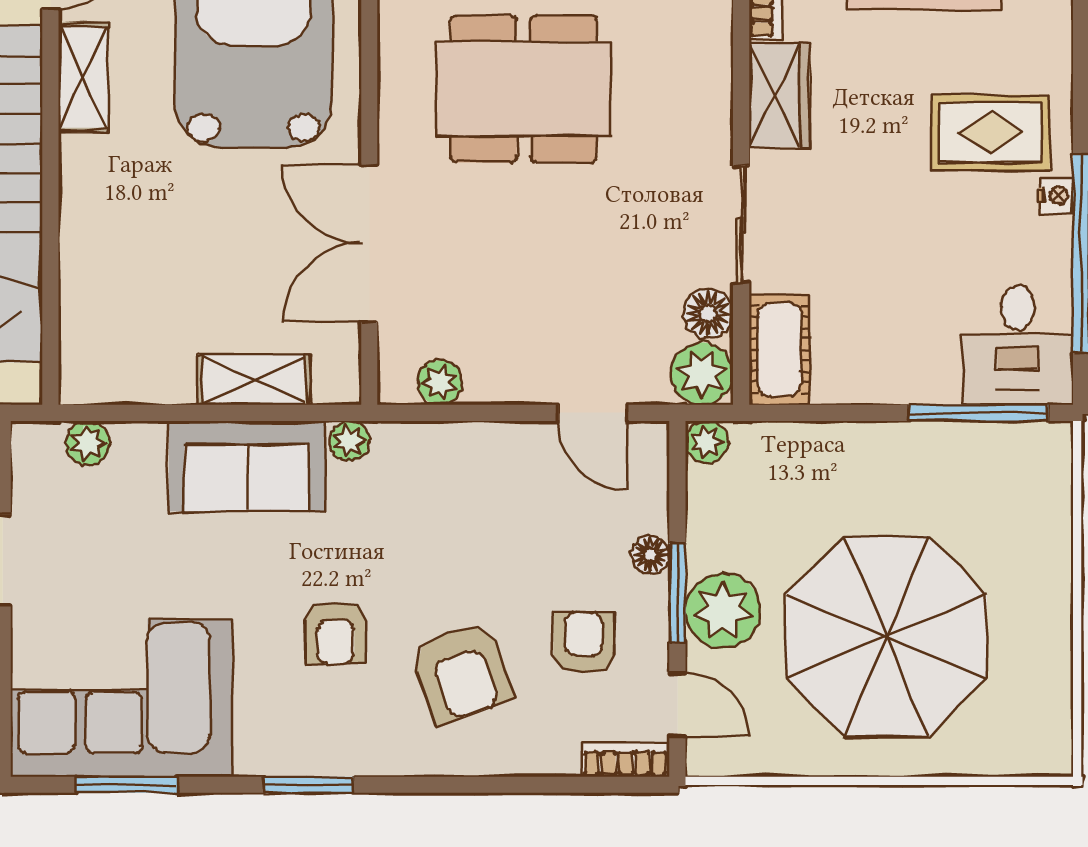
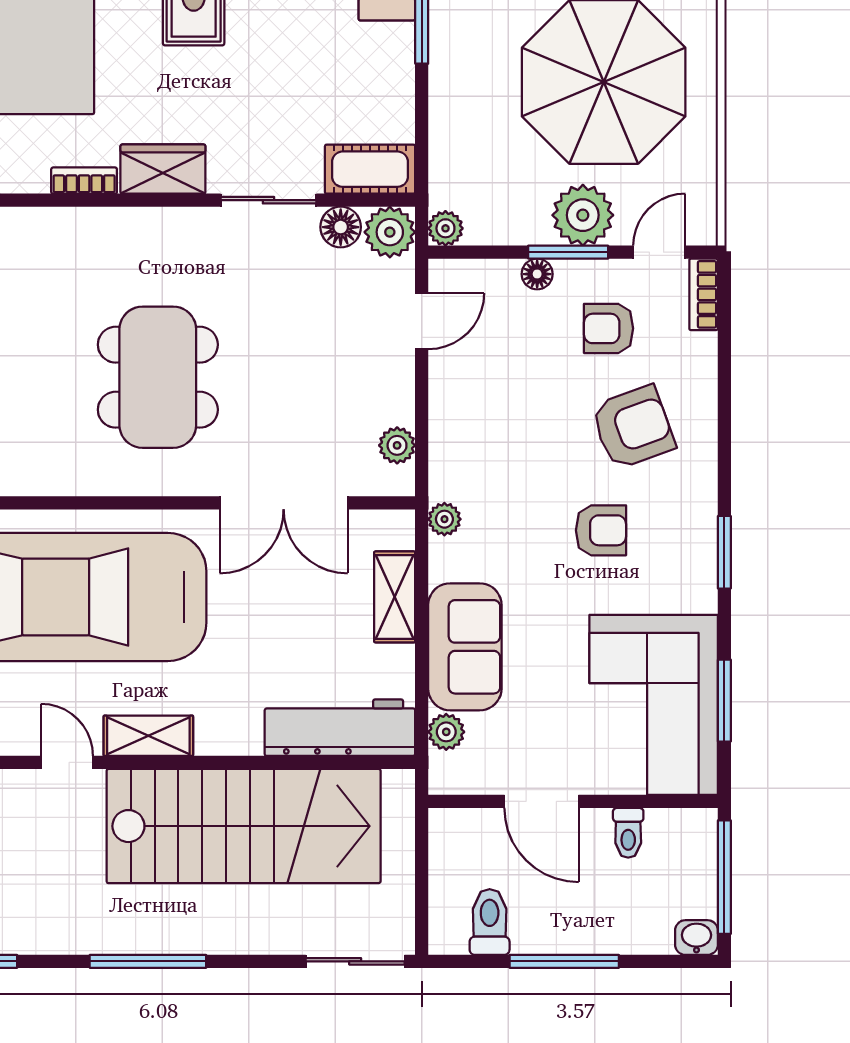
workbench: (93, 312) -> (340, 728), added
sofa: (247, 466) -> (465, 647), moved

